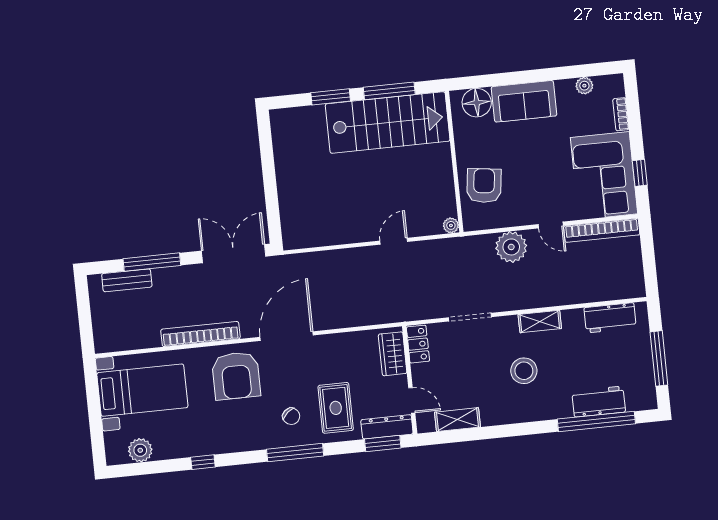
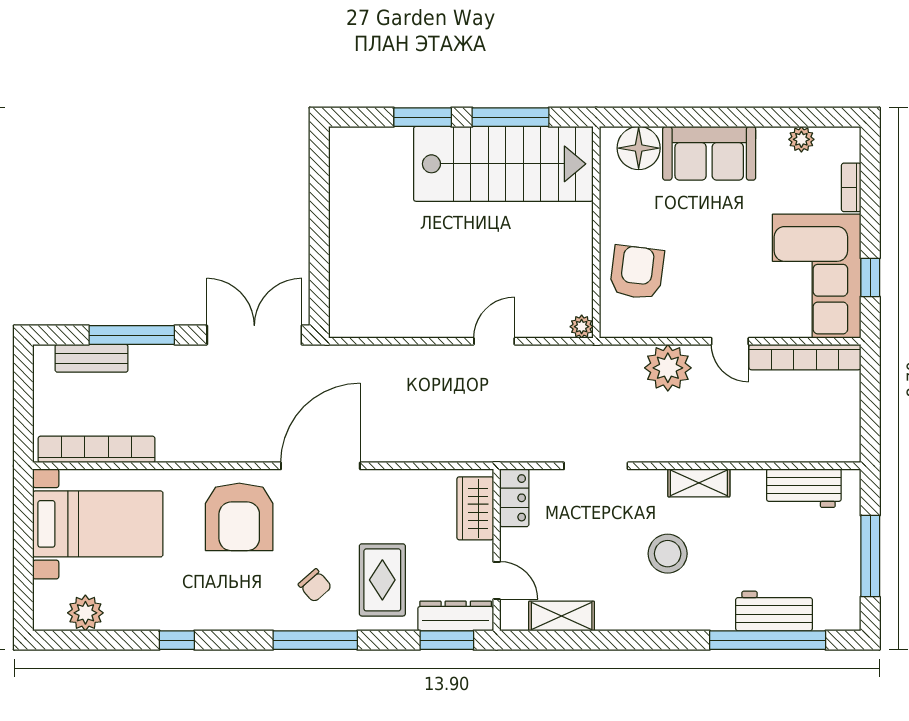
bookcase: (200, 334) -> (97, 449), moved

